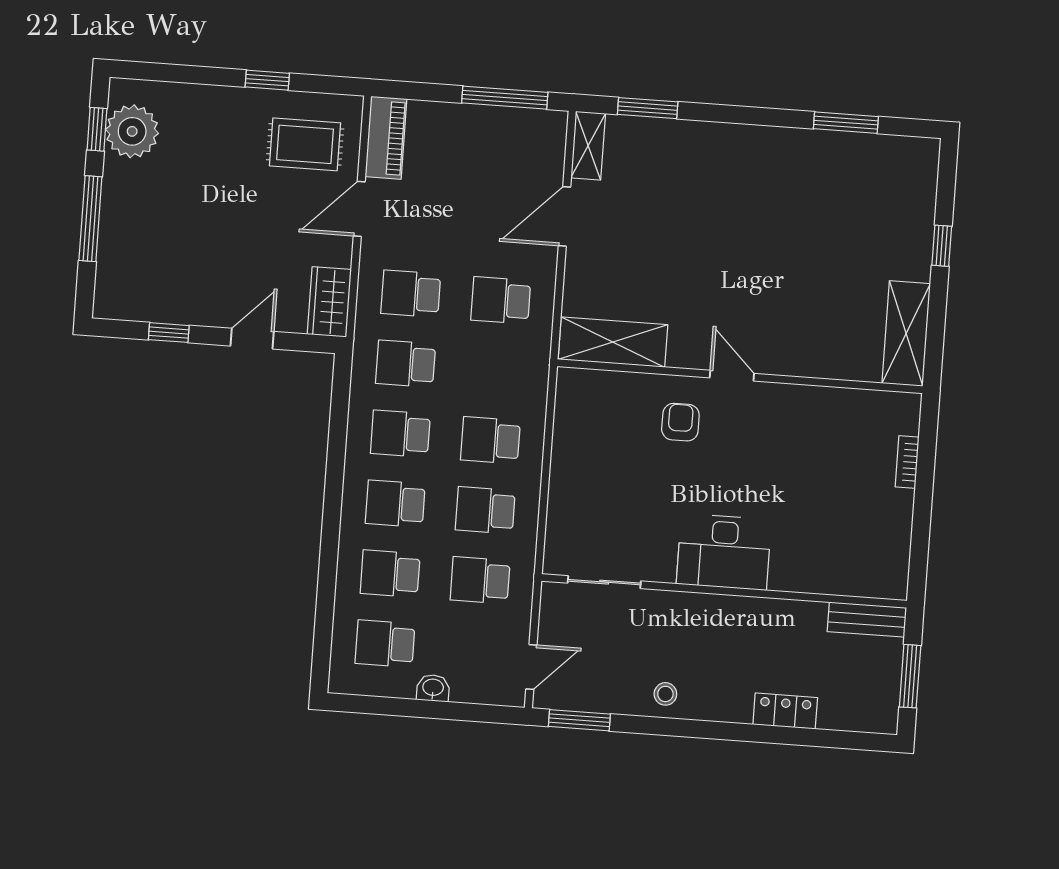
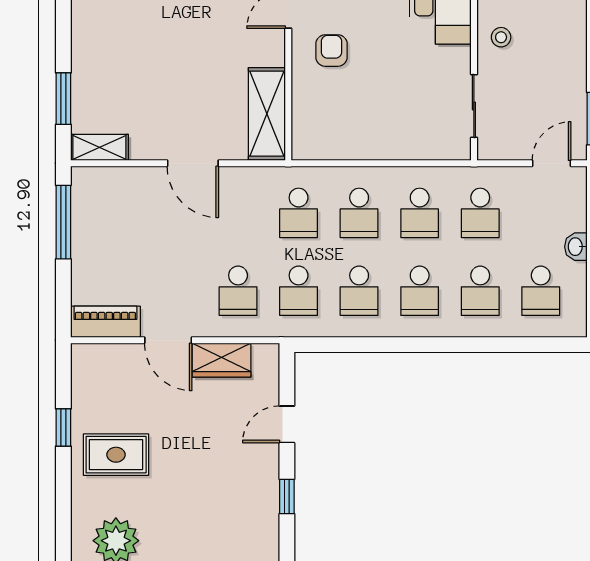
rug: (305, 144) -> (116, 455), moved, turned 90
door: (564, 216) -> (193, 163), moved
school desk: (501, 300) -> (299, 213), moved
wardrobe: (329, 302) -> (221, 360), moved
door: (252, 339) -> (287, 424), hinge flipped
armchair: (680, 422) -> (332, 51), turned 90
door: (531, 667) -> (552, 163), hinge flipped
stool: (665, 694) -> (501, 37), moved

